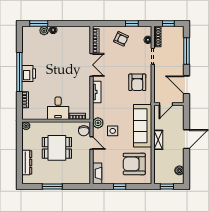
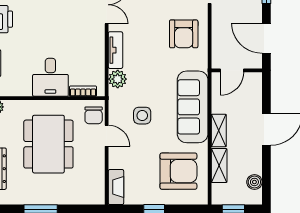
plant: (98, 123) -> (118, 79), moved
dining table: (57, 148) -> (48, 144), width x1.38
shelving: (158, 161) -> (219, 166), added
armchair: (134, 164) -> (178, 171), turned 180

